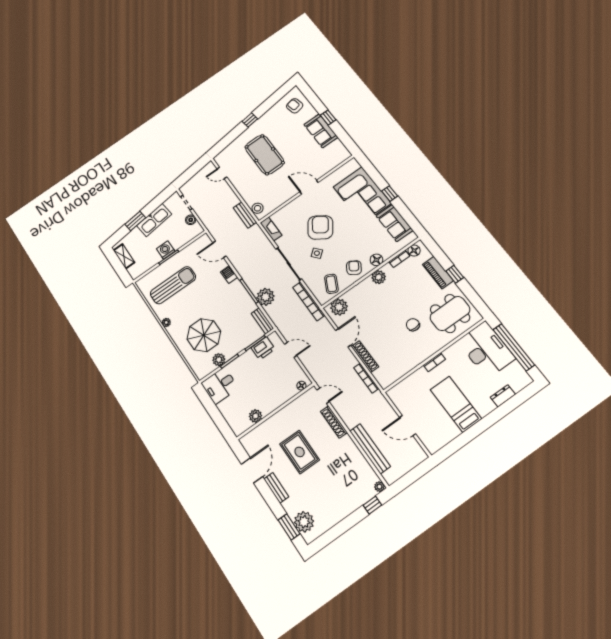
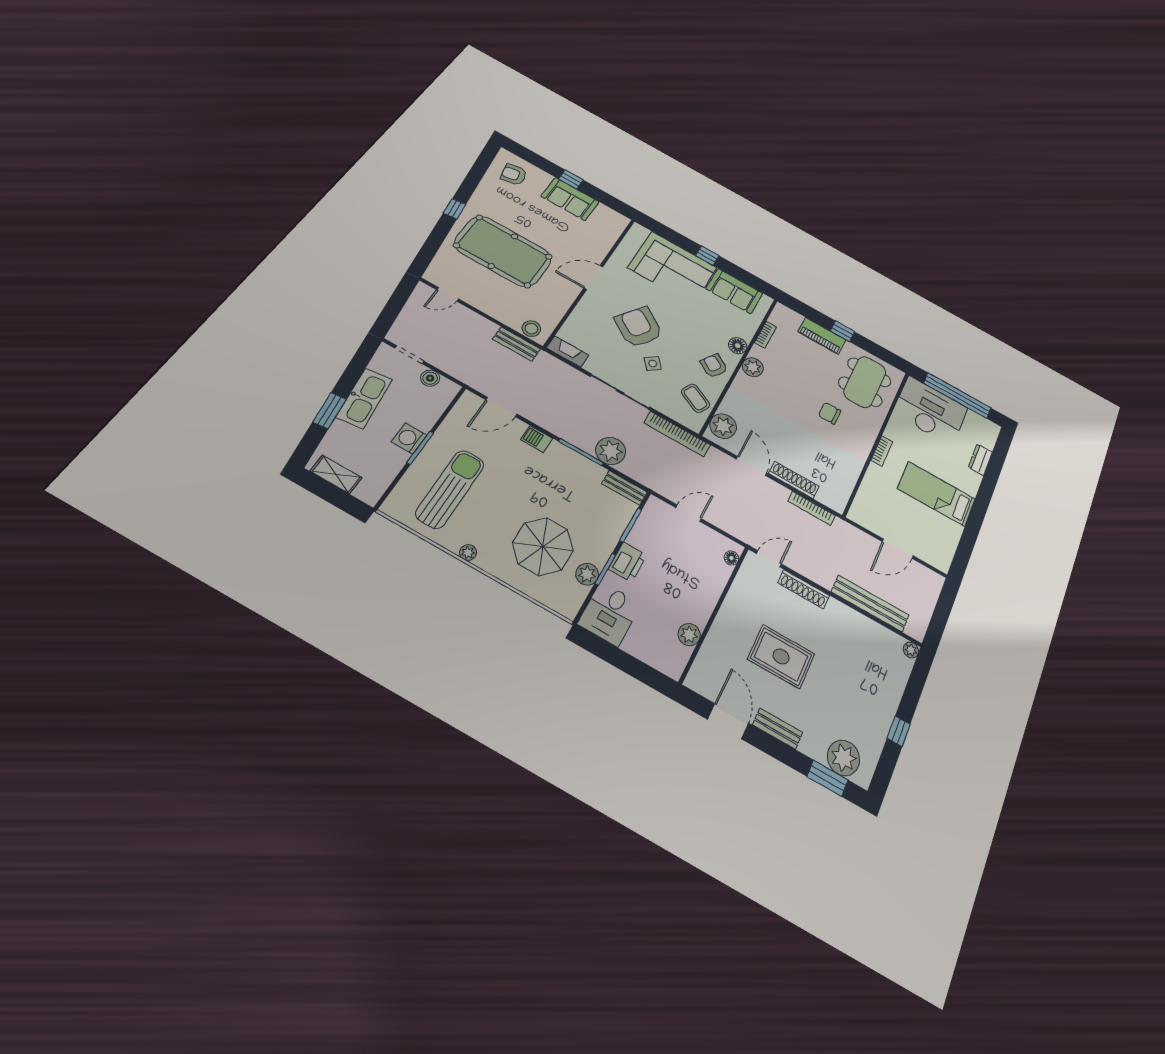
pool table: (265, 155) -> (503, 251), width x1.36, depth x1.32
floor lamp: (414, 251) -> (778, 318), removed
printer: (263, 348) -> (628, 562), moved
window: (372, 505) -> (899, 731), moved

